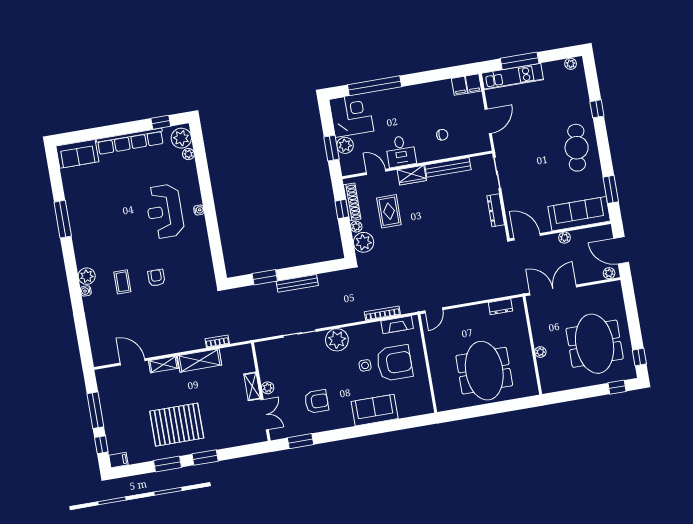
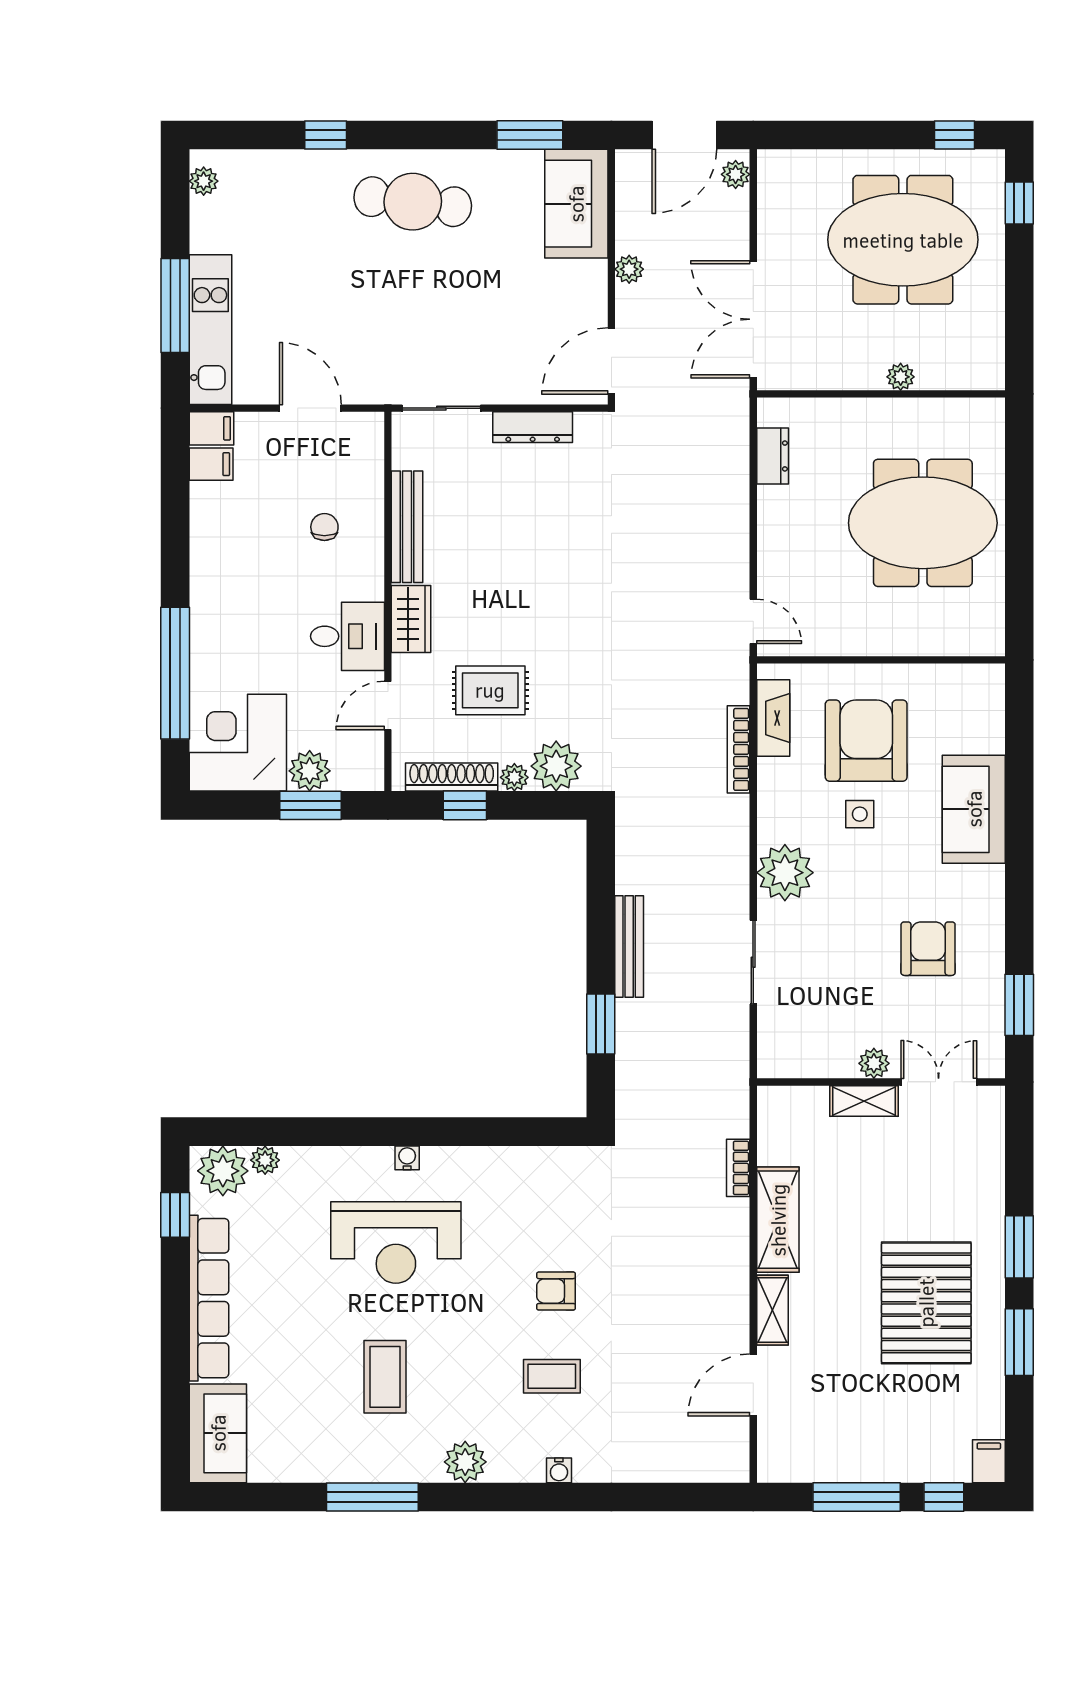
sofa: (579, 214) -> (576, 204), width x0.73
coffee table: (111, 216) -> (385, 1377), added
plant: (87, 276) -> (465, 1462), moved

